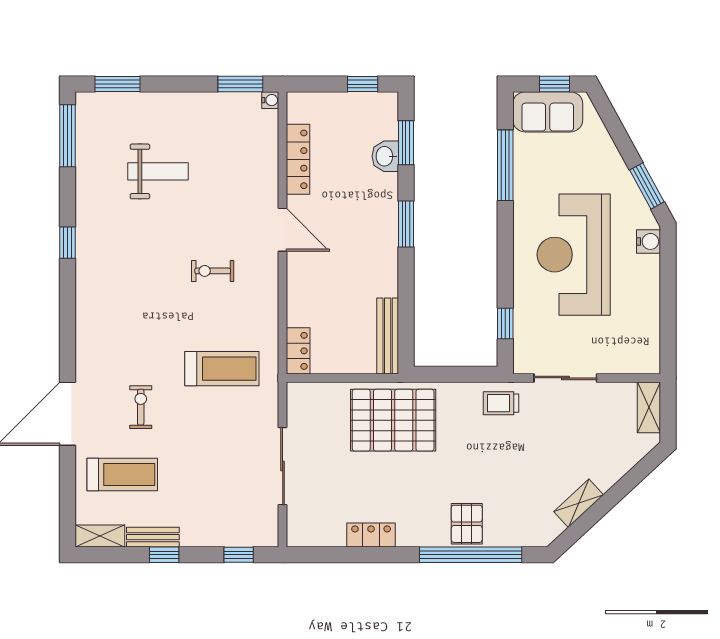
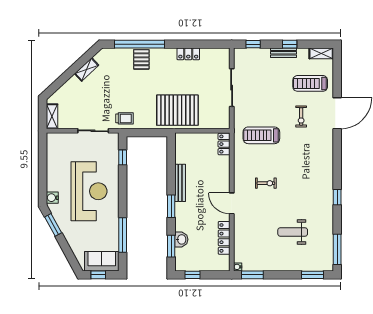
bench: (388, 336) -> (180, 183), moved
bench: (153, 537) -> (284, 53), moved

